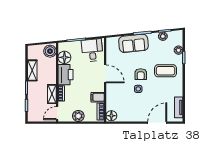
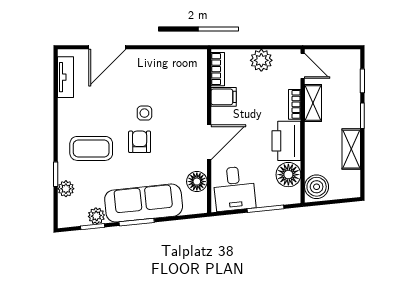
sofa: (133, 43) -> (144, 203), width x1.36
door: (105, 74) -> (209, 142), swing flipped
door: (57, 113) -> (303, 66), hinge flipped
floor lamp: (111, 116) -> (197, 182), moved

